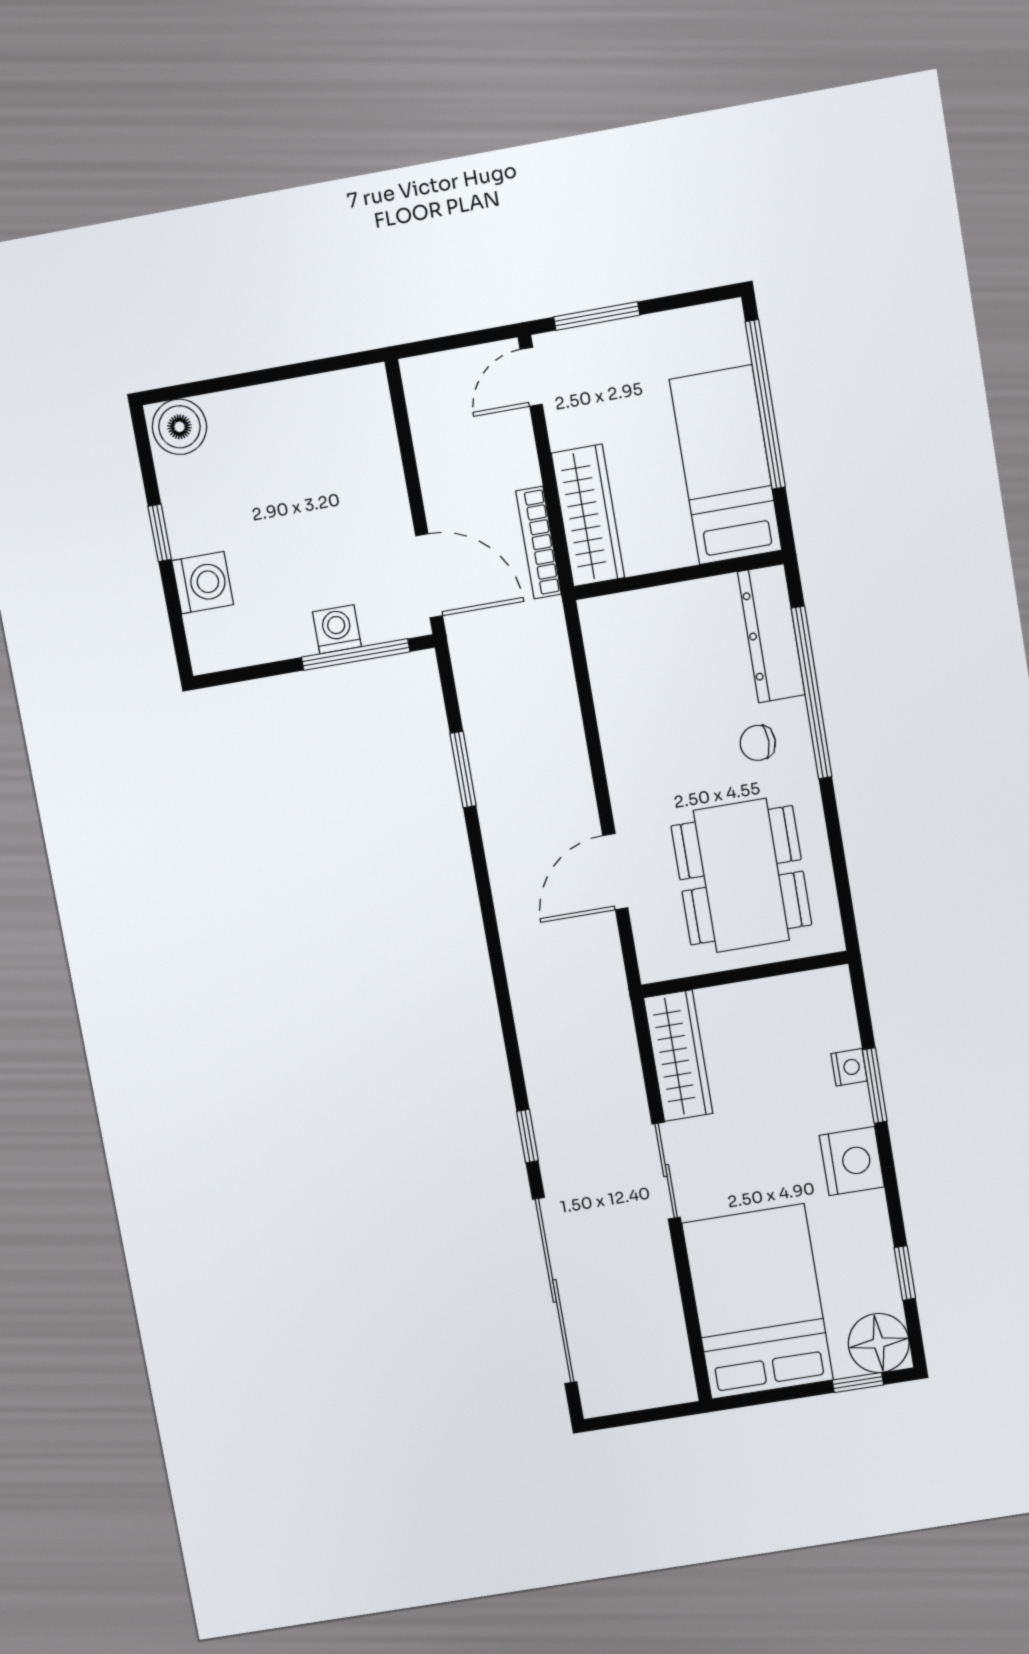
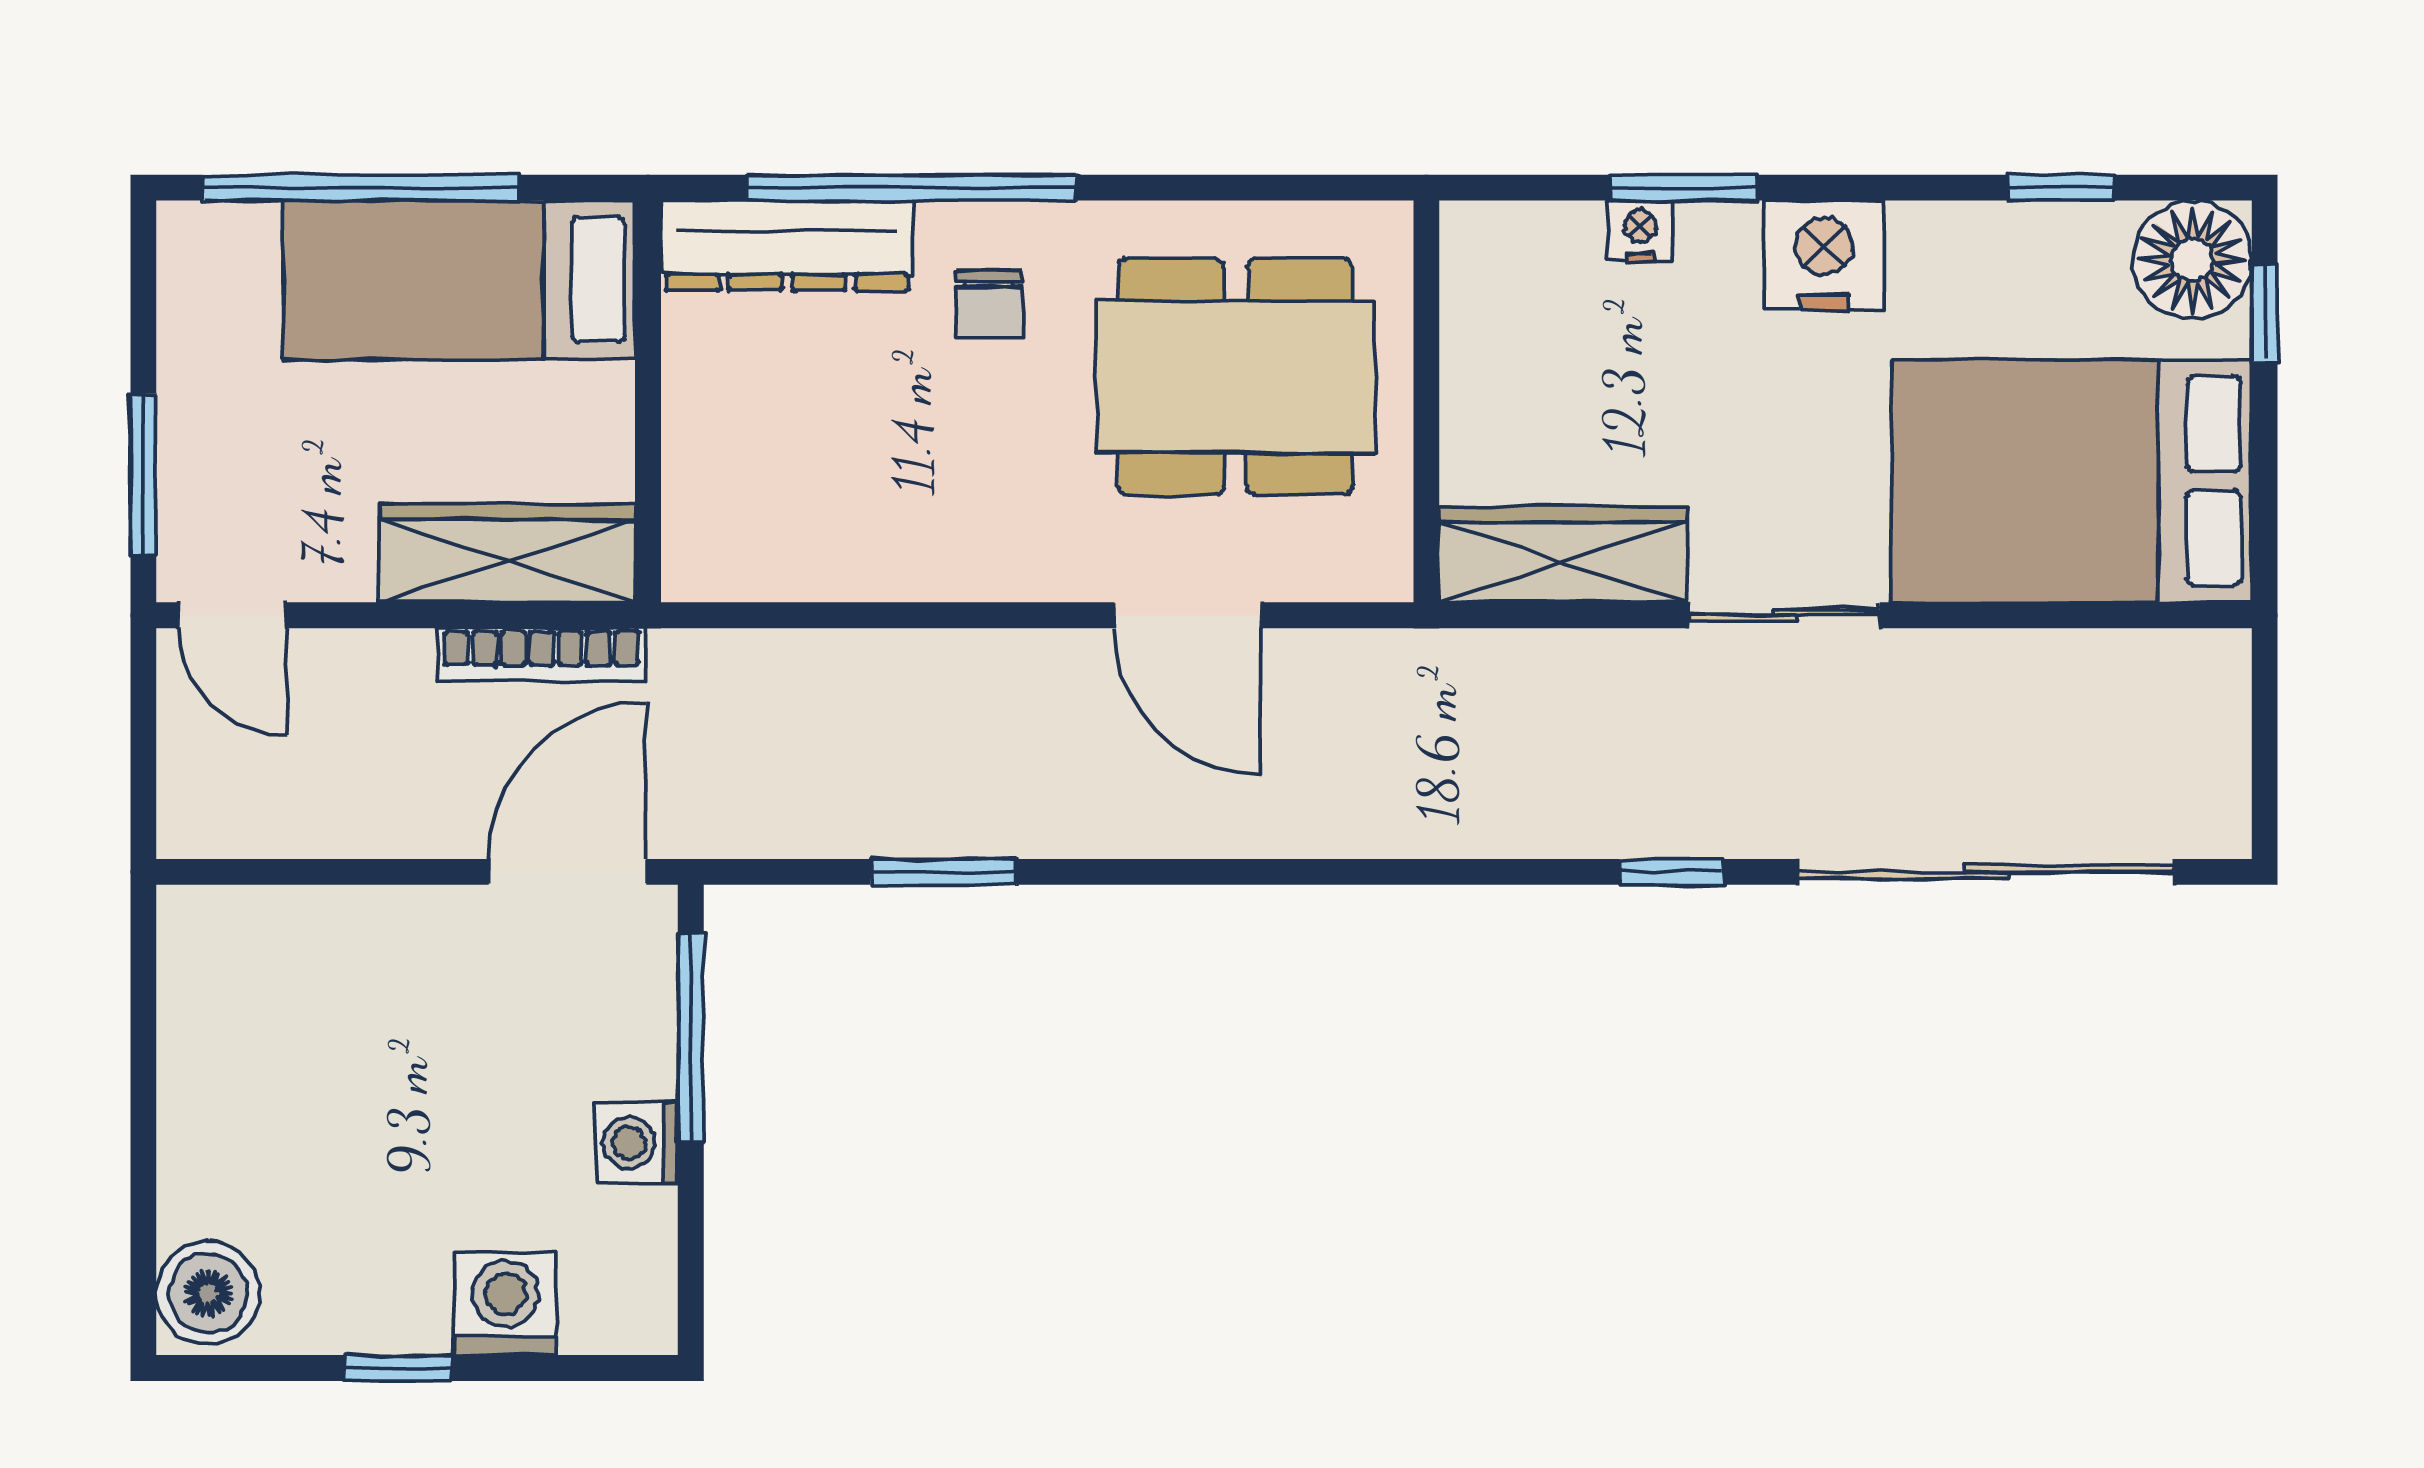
washing machine: (337, 629) -> (637, 1143), moved

